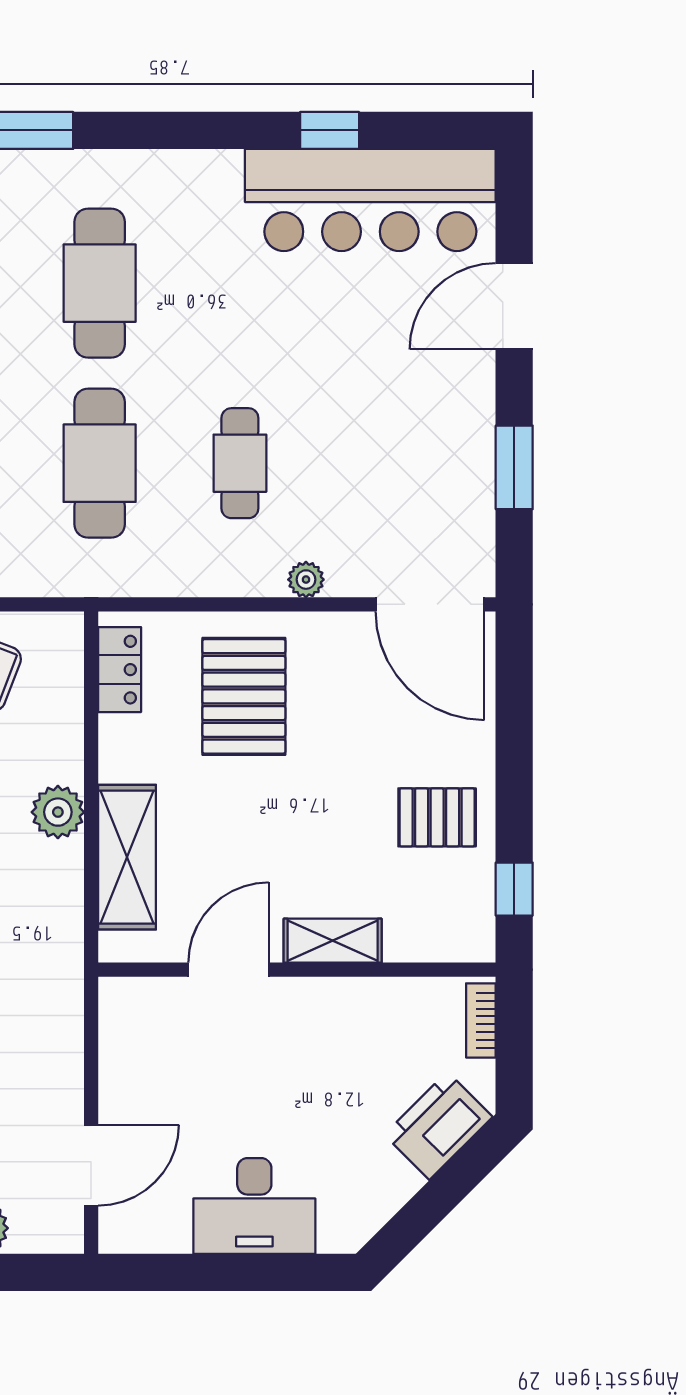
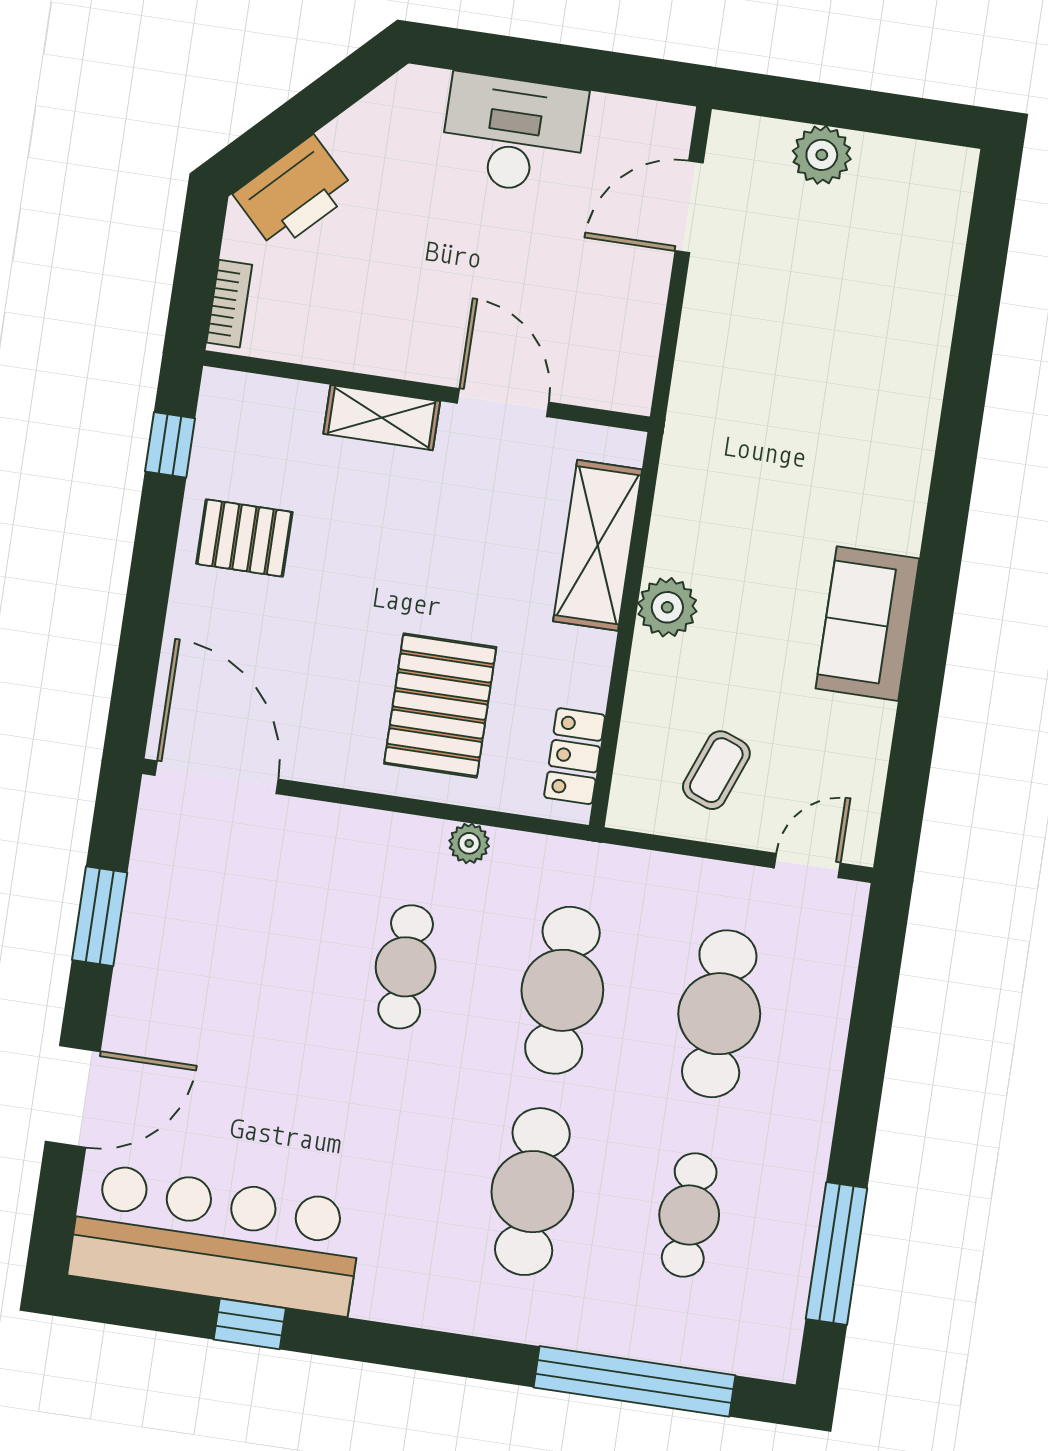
plant: (306, 580) -> (469, 843), moved
door: (228, 970) -> (503, 403), swing flipped

